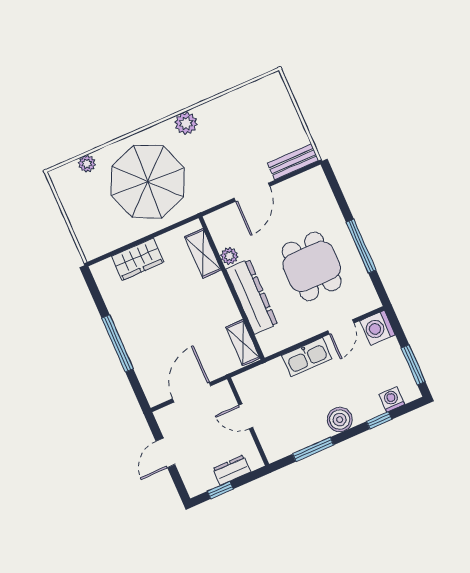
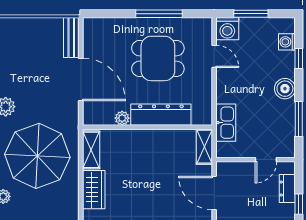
door: (252, 192) -> (81, 79), width x1.36
shelving: (203, 253) -> (91, 150), moved, turned 90
shelving: (243, 343) -> (204, 147), moved, turned 90
kitchen sink: (307, 357) -> (226, 123), moved
window: (413, 365) -> (251, 14), moved
door: (246, 416) -> (266, 160), moved

